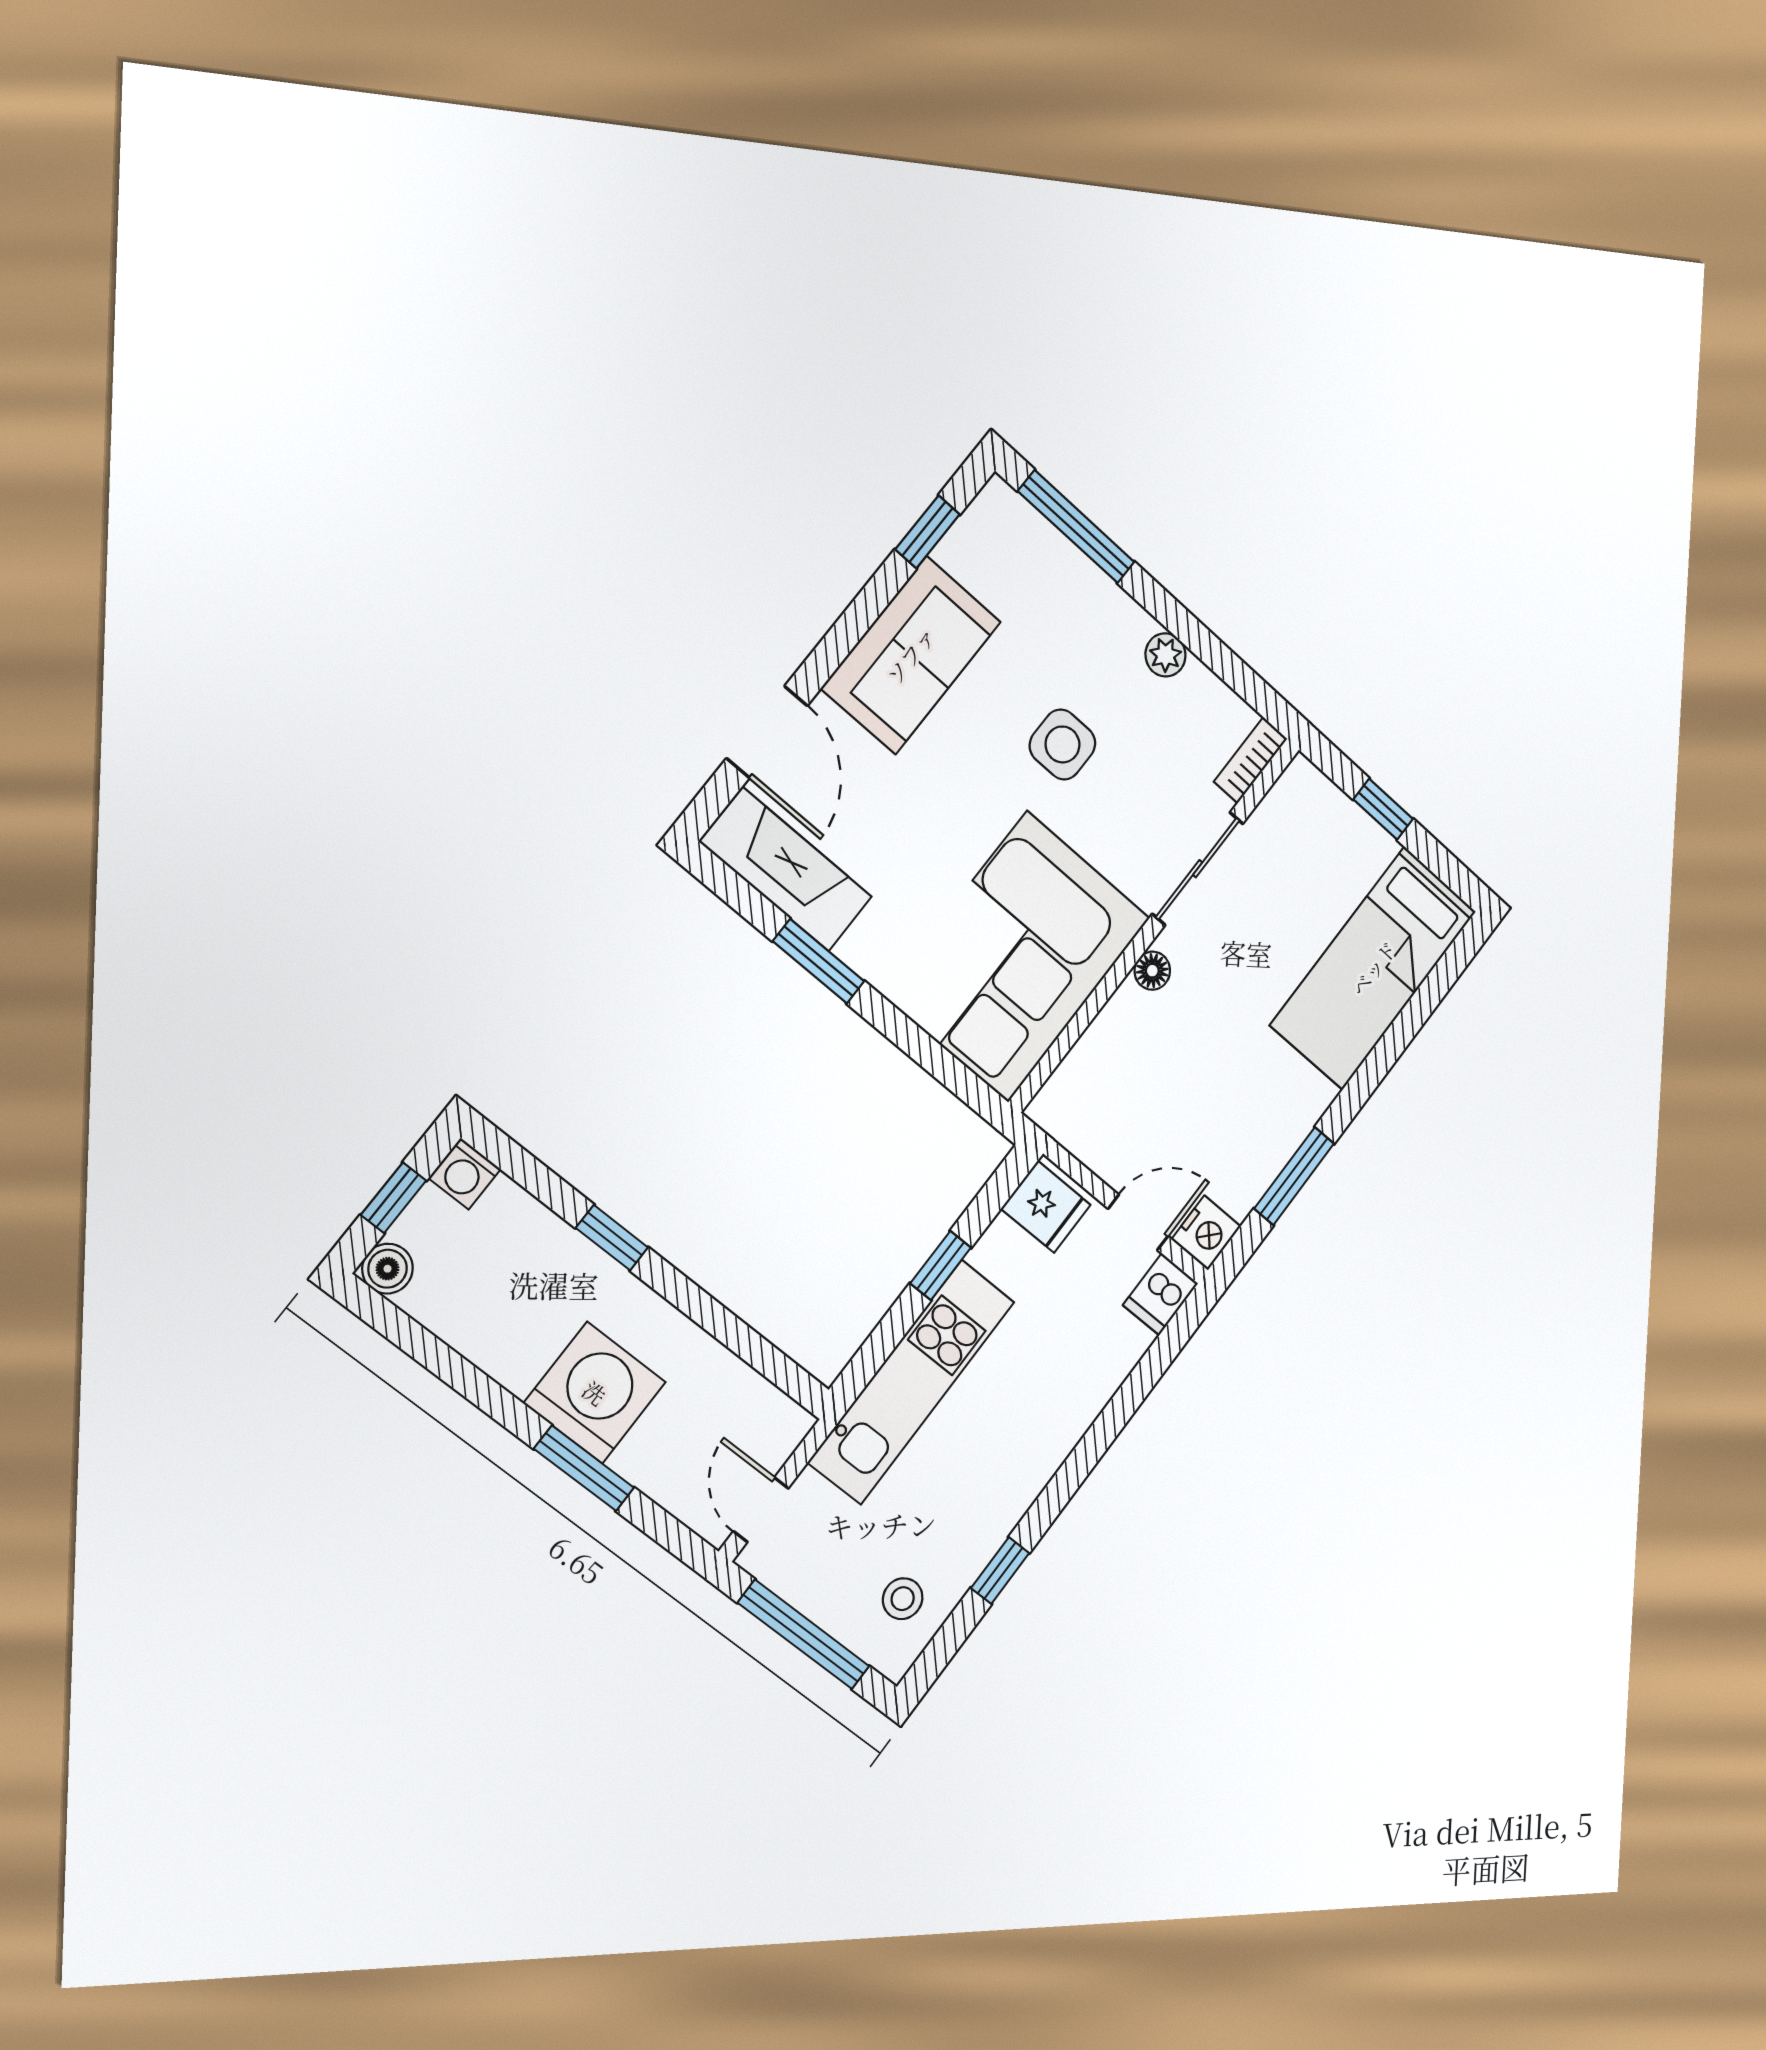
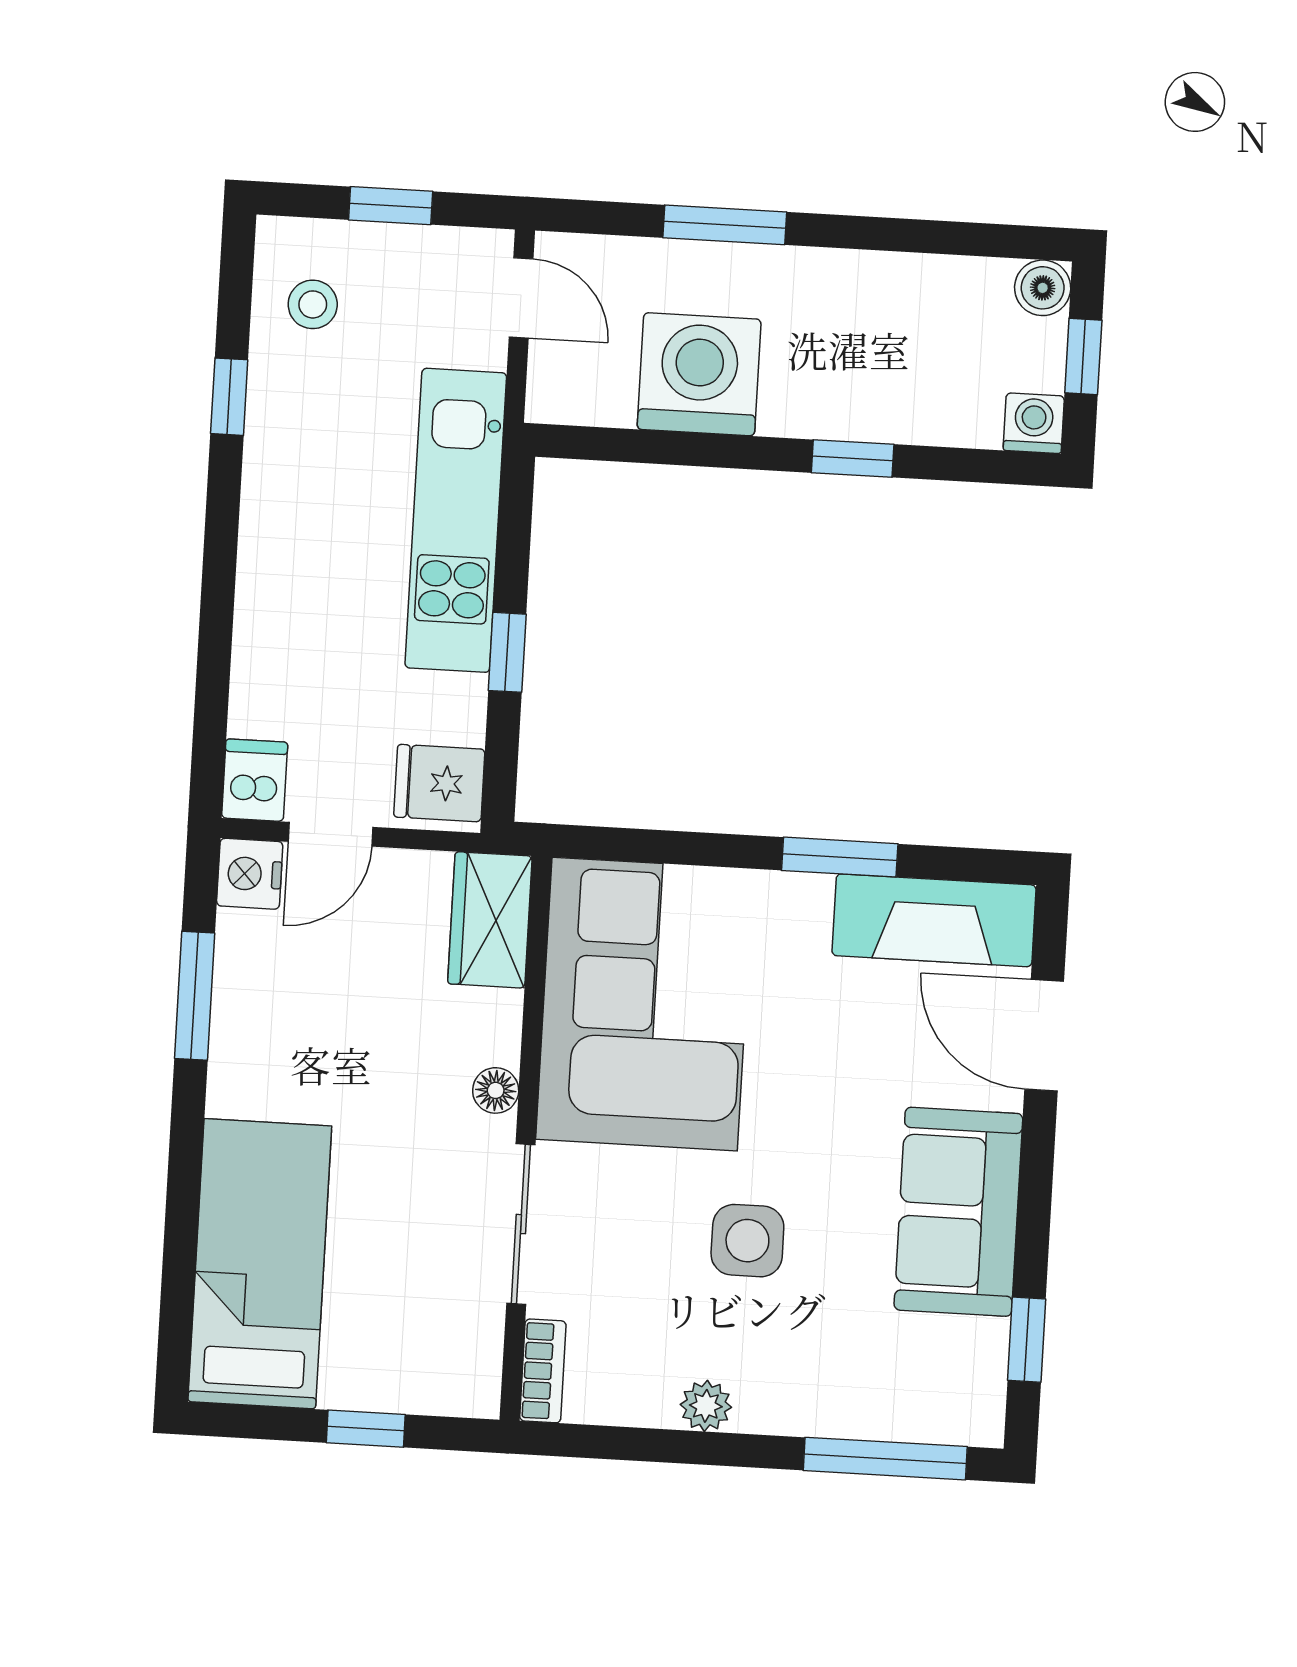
wardrobe: (1077, 1089) -> (490, 920), added
washing machine: (595, 1393) -> (699, 374), moved, turned 180
window: (804, 1635) -> (391, 206), width x0.46

